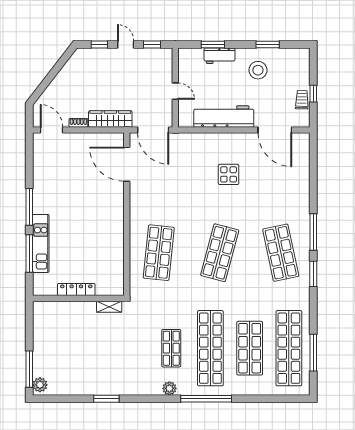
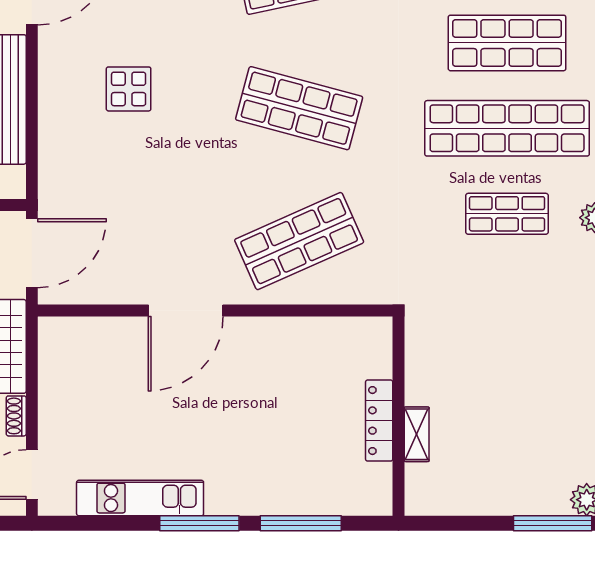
door: (127, 164) -> (186, 311), moved
kitchen unit: (41, 243) -> (140, 498), moved
shop shelf: (159, 253) -> (299, 241), turned -30
shelving: (109, 307) -> (417, 434), moved

